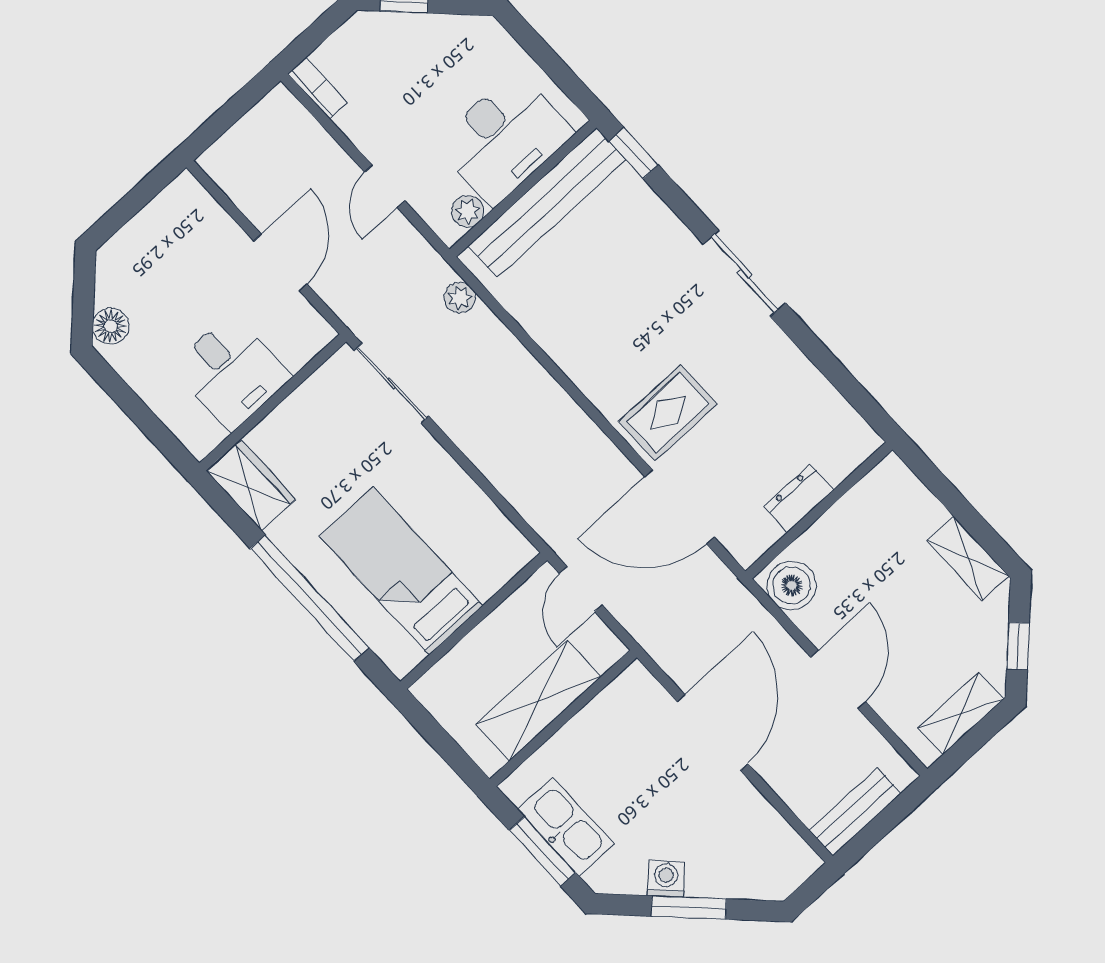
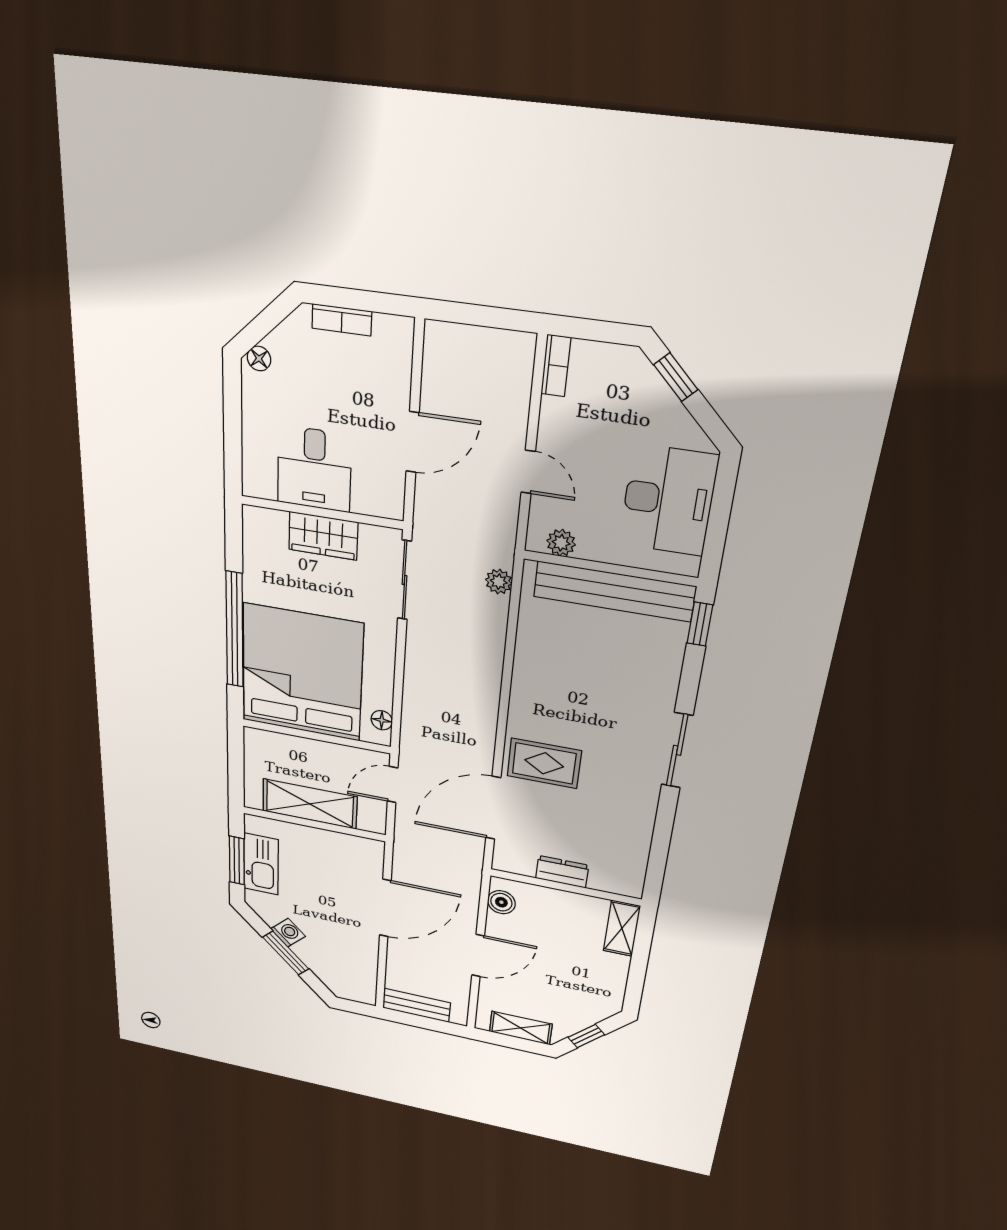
desk: (504, 139) -> (668, 500), moved, turned -90
door: (385, 186) -> (528, 472), swing flipped
bookcase: (137, 230) -> (342, 320), added
floor lamp: (111, 326) -> (259, 358), width x0.73, depth x0.73
wardrobe: (251, 485) -> (323, 536), moved, turned 90
door: (679, 507) -> (493, 808), hinge flipped
floor lamp: (507, 536) -> (382, 720), added
shelving: (968, 558) -> (622, 928), moved
bed: (401, 571) -> (302, 673), width x2.04
boiler: (792, 586) -> (501, 902), width x0.73, depth x0.73

